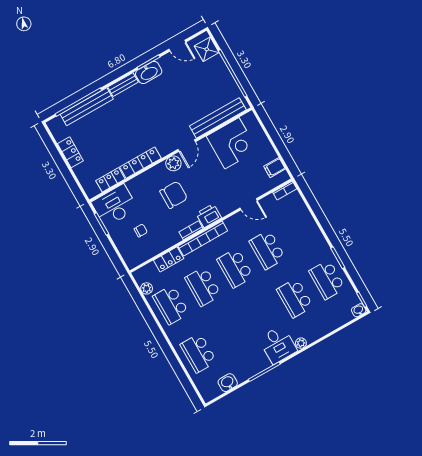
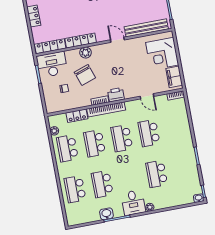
corner desk: (232, 143) -> (162, 54), moved, turned 90
door: (187, 146) -> (117, 40), swing flipped
plant: (173, 163) -> (85, 53), moved
filing cabinet: (275, 168) -> (174, 77), width x2.00
locker: (110, 180) -> (50, 46), width x1.53
chair: (174, 195) -> (85, 75), moved, turned 71
school desk: (327, 280) -> (102, 184), moved
washbasin: (228, 383) -> (106, 214), moved

